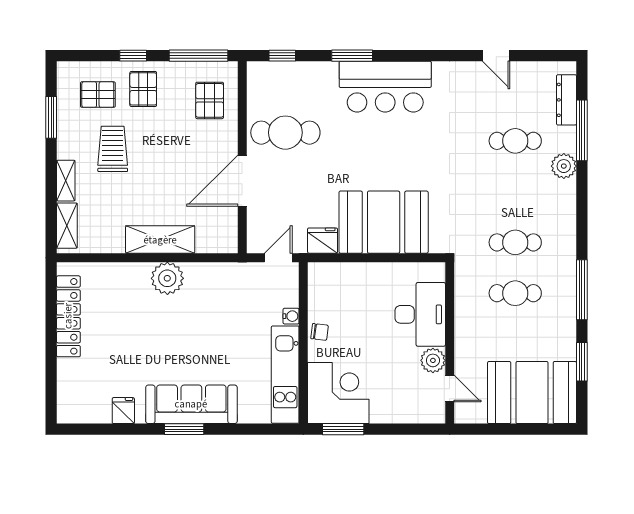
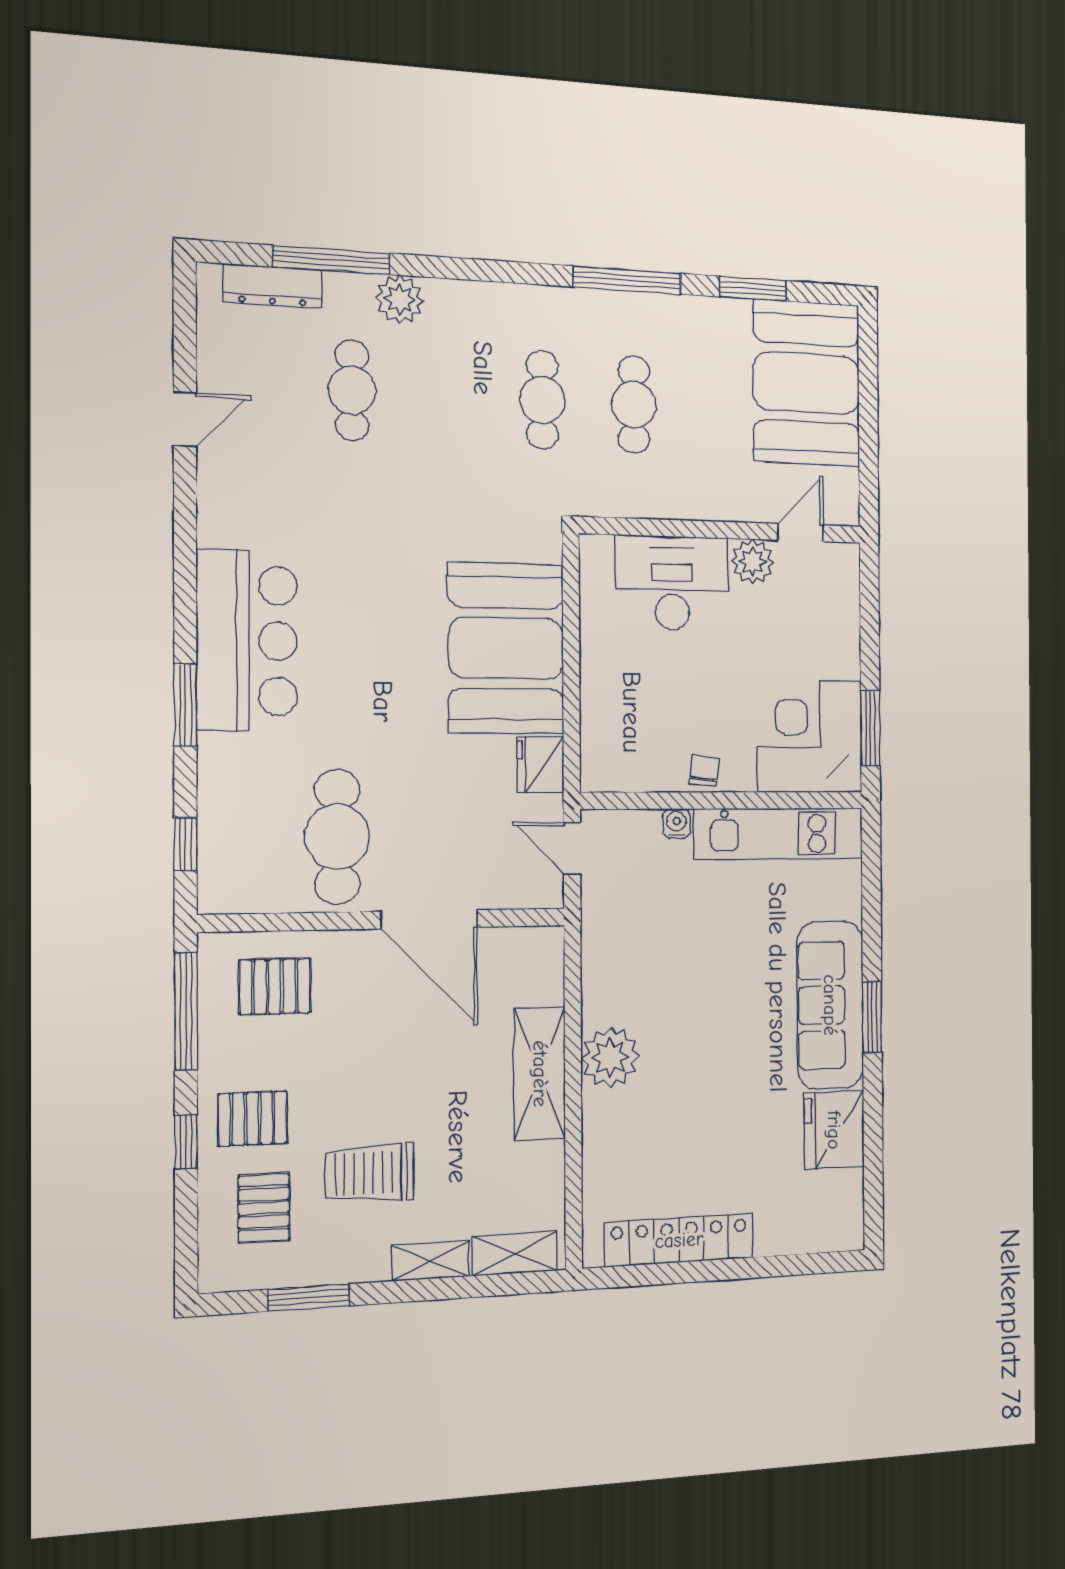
fridge: (123, 411) -> (834, 1130), width x1.88, depth x1.34

